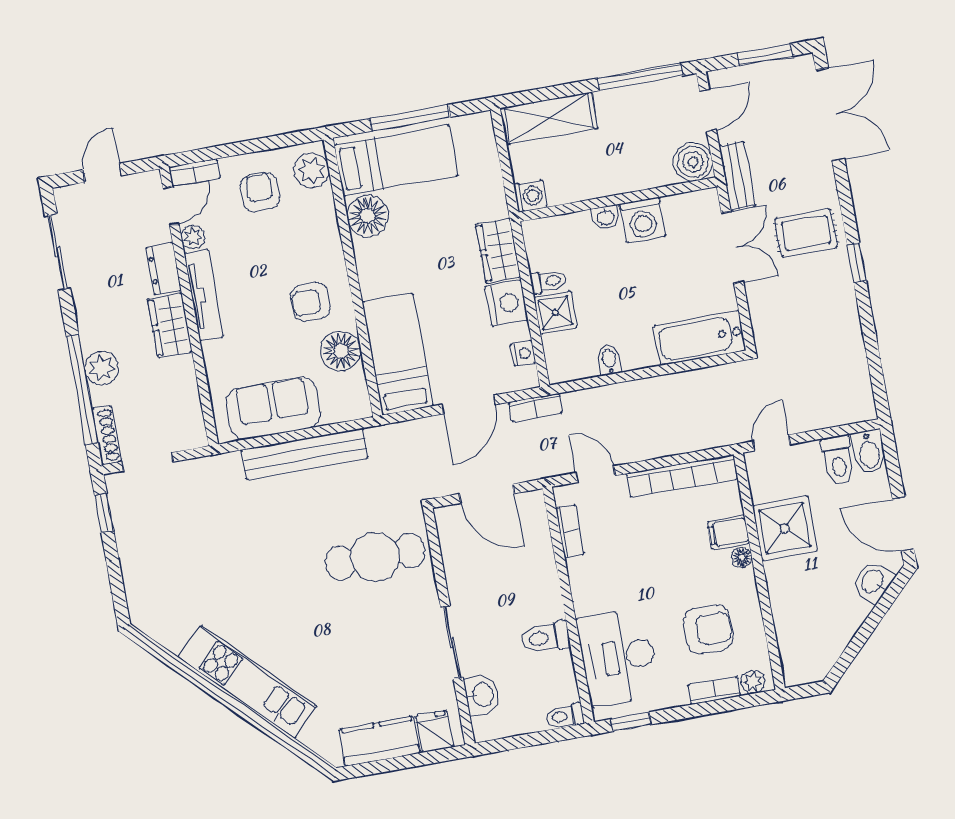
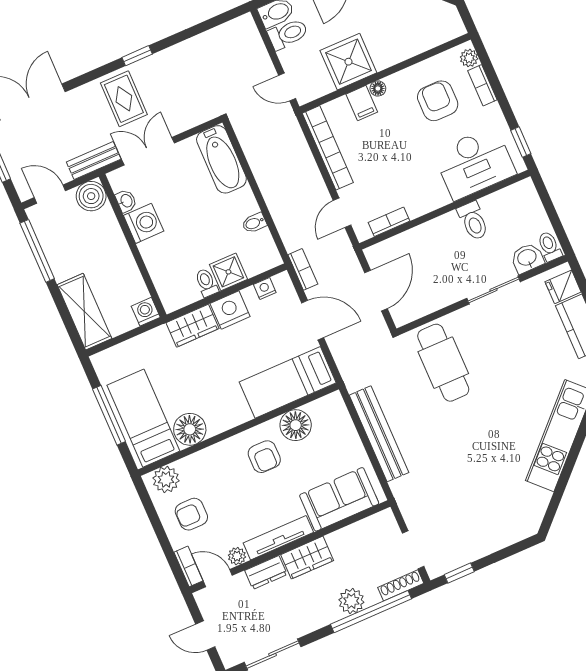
washbasin: (606, 217) -> (126, 201), moved
sofa: (273, 408) -> (339, 499), moved, turned 90
toilet: (565, 716) -> (549, 246), moved, turned 180

